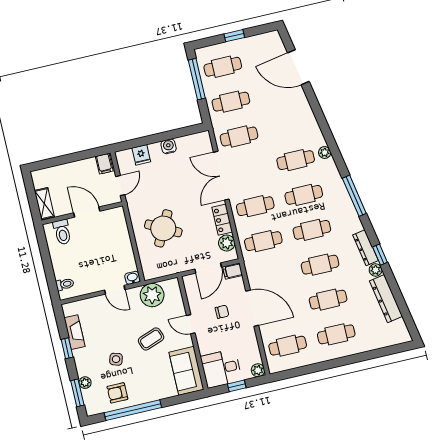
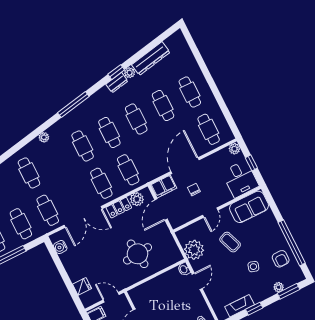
water cooler: (169, 146) -> (60, 247), moved
cafe table: (296, 160) -> (29, 173), moved
round table: (163, 228) -> (138, 254), turned -34
dresser: (365, 248) -> (117, 83), width x0.70
door: (208, 268) -> (161, 210), swing flipped
filing cabinet: (233, 271) -> (164, 186), width x2.00

